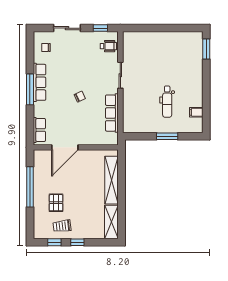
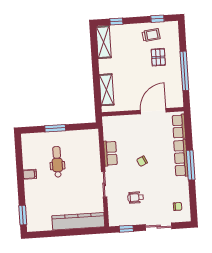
kitchen counter: (149, 39) -> (78, 221), added
wheelchair: (108, 46) -> (136, 197), moved
row of seats: (39, 82) -> (181, 158), moved
filing cabinet: (196, 112) -> (30, 174), moved
row of seats: (112, 113) -> (110, 153), width x0.68
shelving: (112, 180) -> (107, 90), width x0.68
window: (77, 242) -> (116, 21), moved

